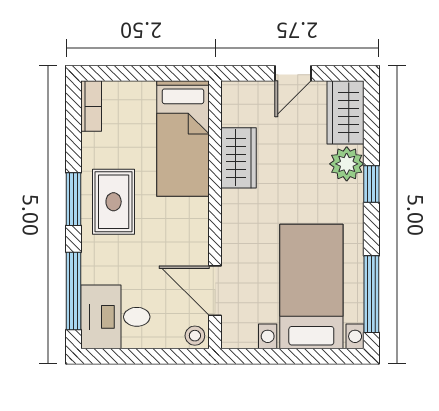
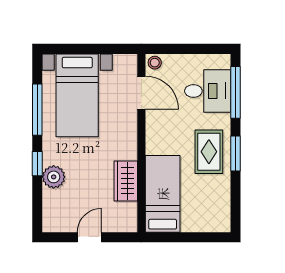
bookcase: (91, 106) -> (224, 215), removed
wardrobe: (346, 112) -> (54, 211), removed
window: (371, 294) -> (37, 110), moved
desk: (115, 317) -> (208, 91), moved

